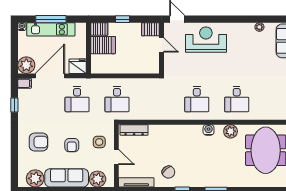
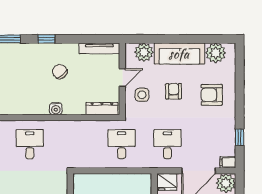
water cooler: (209, 130) -> (56, 109), moved
door: (116, 157) -> (122, 78), swing flipped
chair: (168, 172) -> (60, 72), moved

